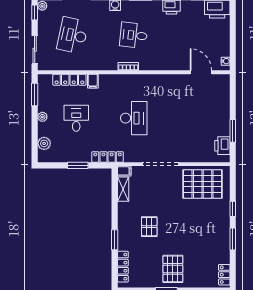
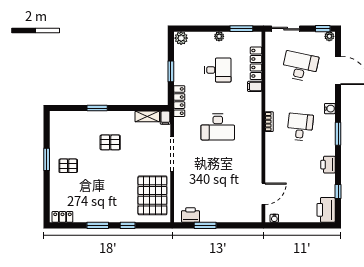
plant: (44, 143) -> (181, 38), moved
locker: (123, 267) -> (70, 116), removed
pallet: (173, 269) -> (68, 166), width x0.67, depth x0.71

